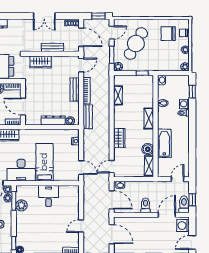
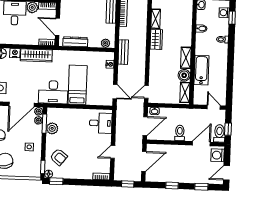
washing machine: (184, 104) -> (224, 13), moved
bench: (88, 117) -> (123, 52), moved
shelving: (149, 119) -> (186, 58), moved
dresser: (53, 120) -> (75, 42), moved
wardrobe: (119, 138) -> (156, 39), moved
door: (178, 179) -> (214, 107), hinge flipped
desk: (49, 196) -> (101, 123), moved, turned 90
door: (112, 200) -> (145, 126), hinge flipped
armchair: (29, 233) -> (59, 157), added
door: (112, 234) -> (144, 161), hinge flipped

